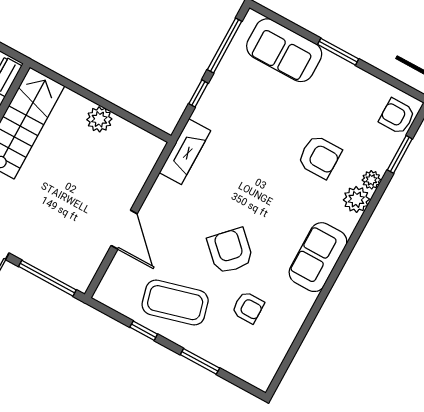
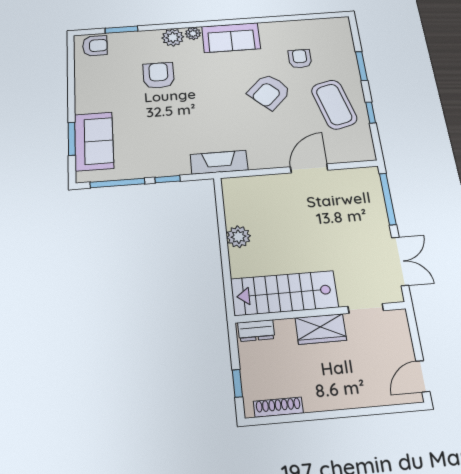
window: (338, 52) -> (72, 139), moved
armchair: (397, 116) -> (95, 46), turned -90
plant: (371, 180) -> (193, 33), moved

